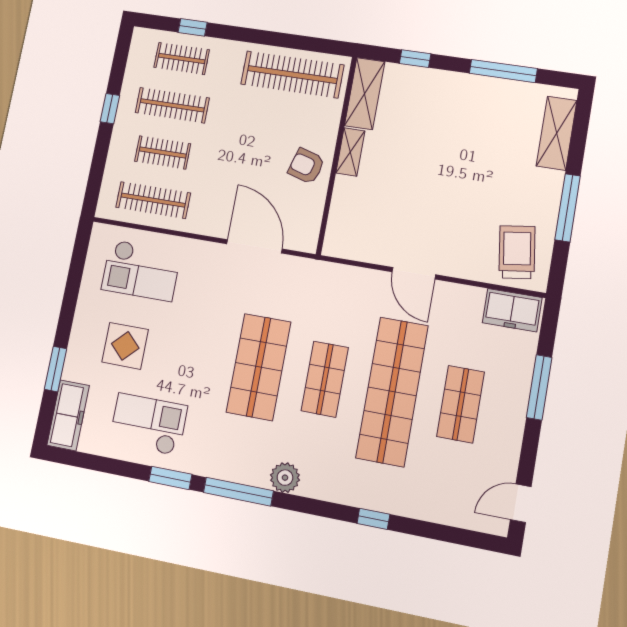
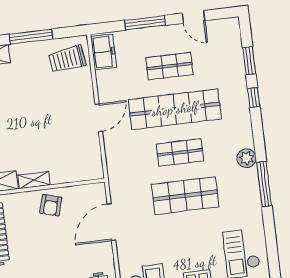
window: (170, 478) -> (249, 61), moved
door: (521, 503) -> (194, 17), moved

